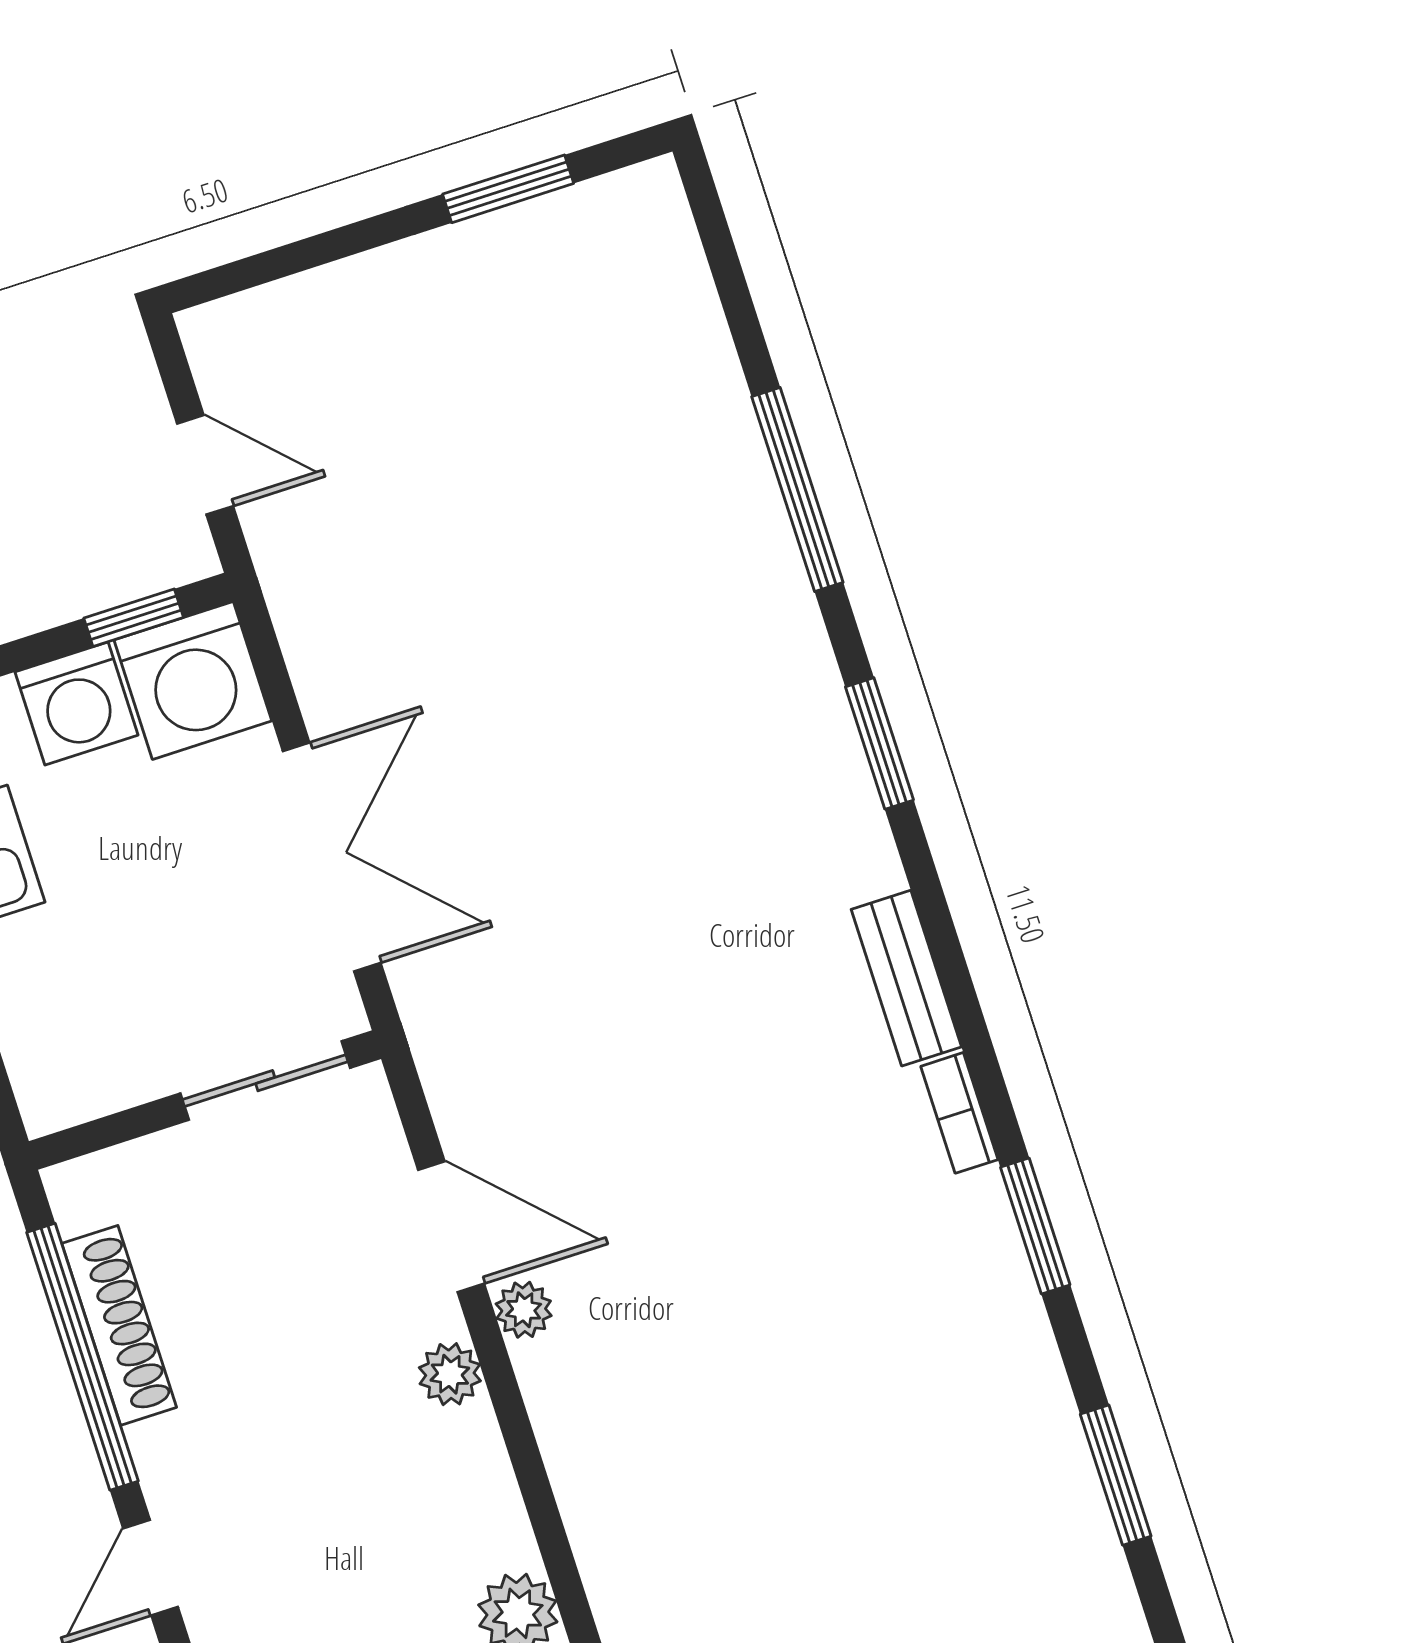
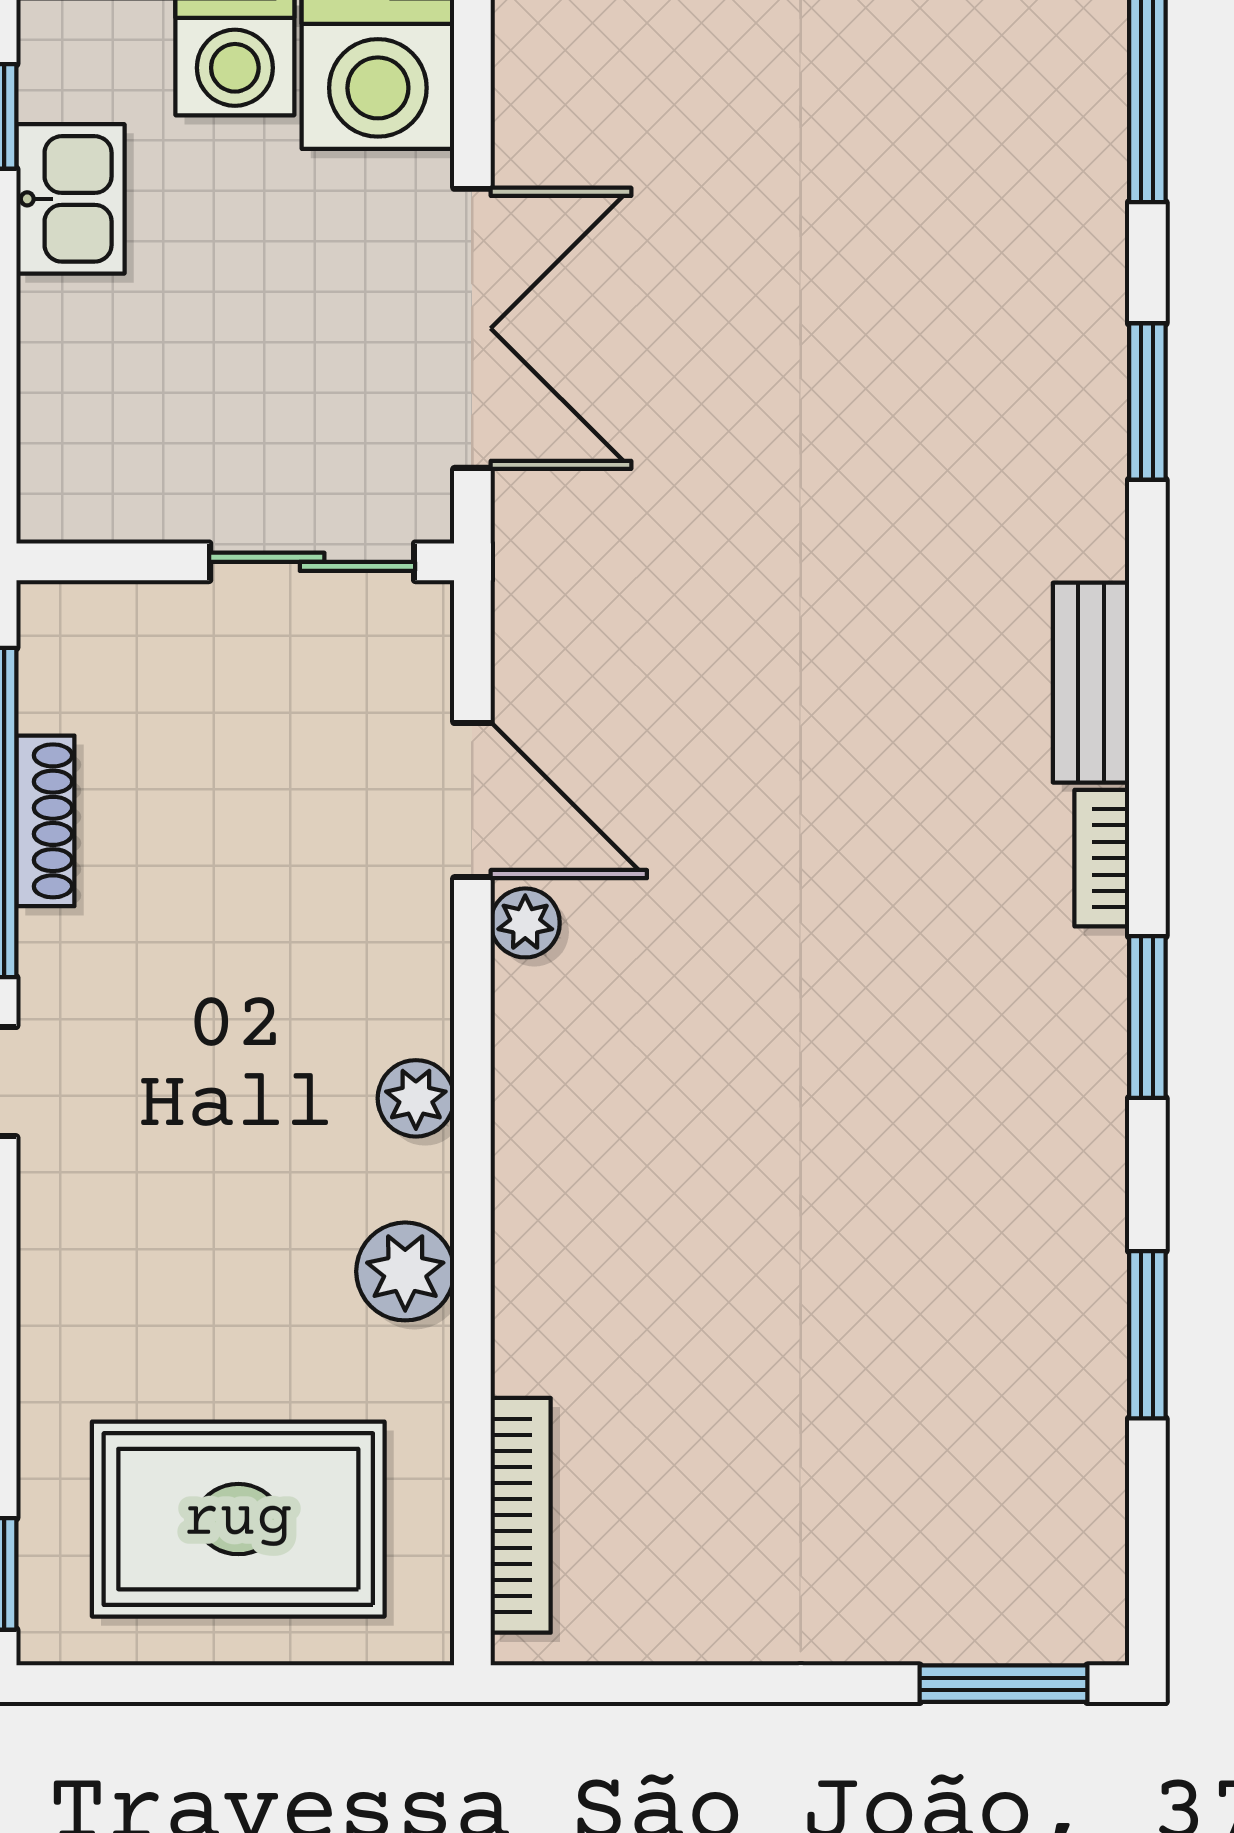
shoe rack: (119, 1325) -> (45, 821), width x0.74, depth x0.81
plant: (450, 1374) -> (416, 1098), moved

